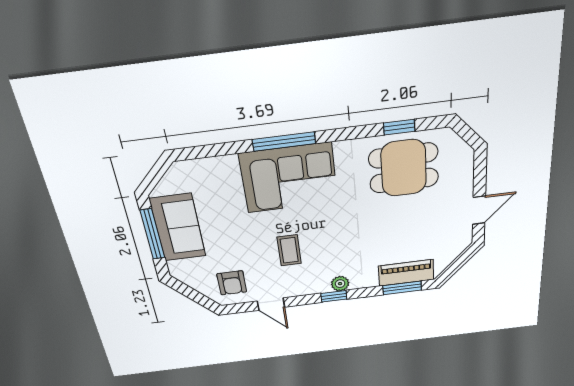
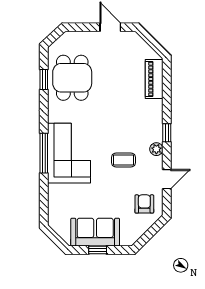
window: (152, 234) -> (98, 250), width x0.46
armchair: (232, 283) -> (144, 204), turned -90
plant: (340, 284) -> (156, 149), moved
window: (402, 288) -> (167, 82), removed

